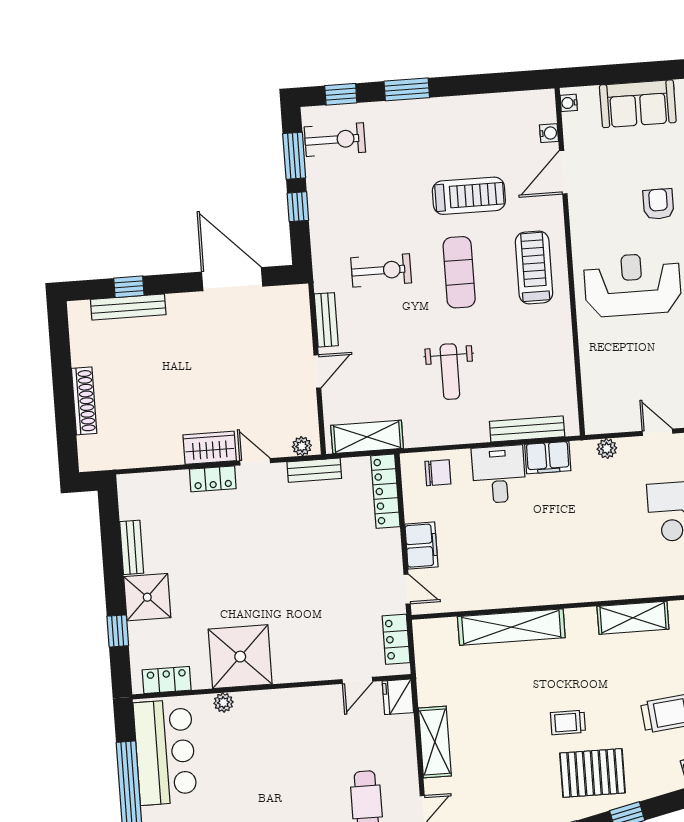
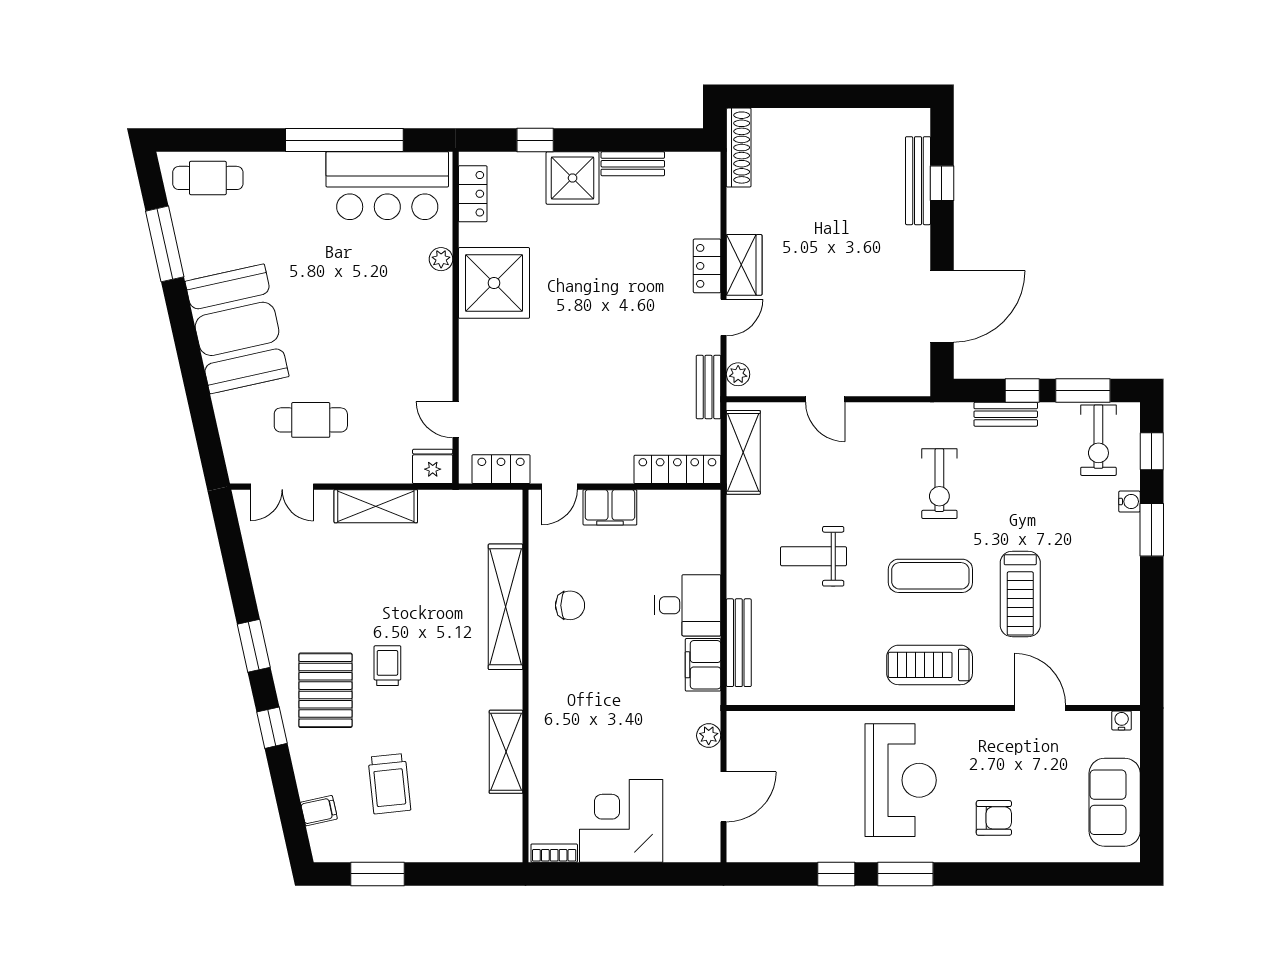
water cooler: (549, 133) -> (1129, 502), moved, turned -90
treadmill: (534, 267) -> (930, 665), turned 180
bench: (326, 320) -> (1006, 414), moved
shoe rack: (84, 401) -> (739, 148), moved, turned -90
door: (657, 432) -> (724, 797), width x1.38
chair: (438, 473) -> (570, 605), moved, turned -90

